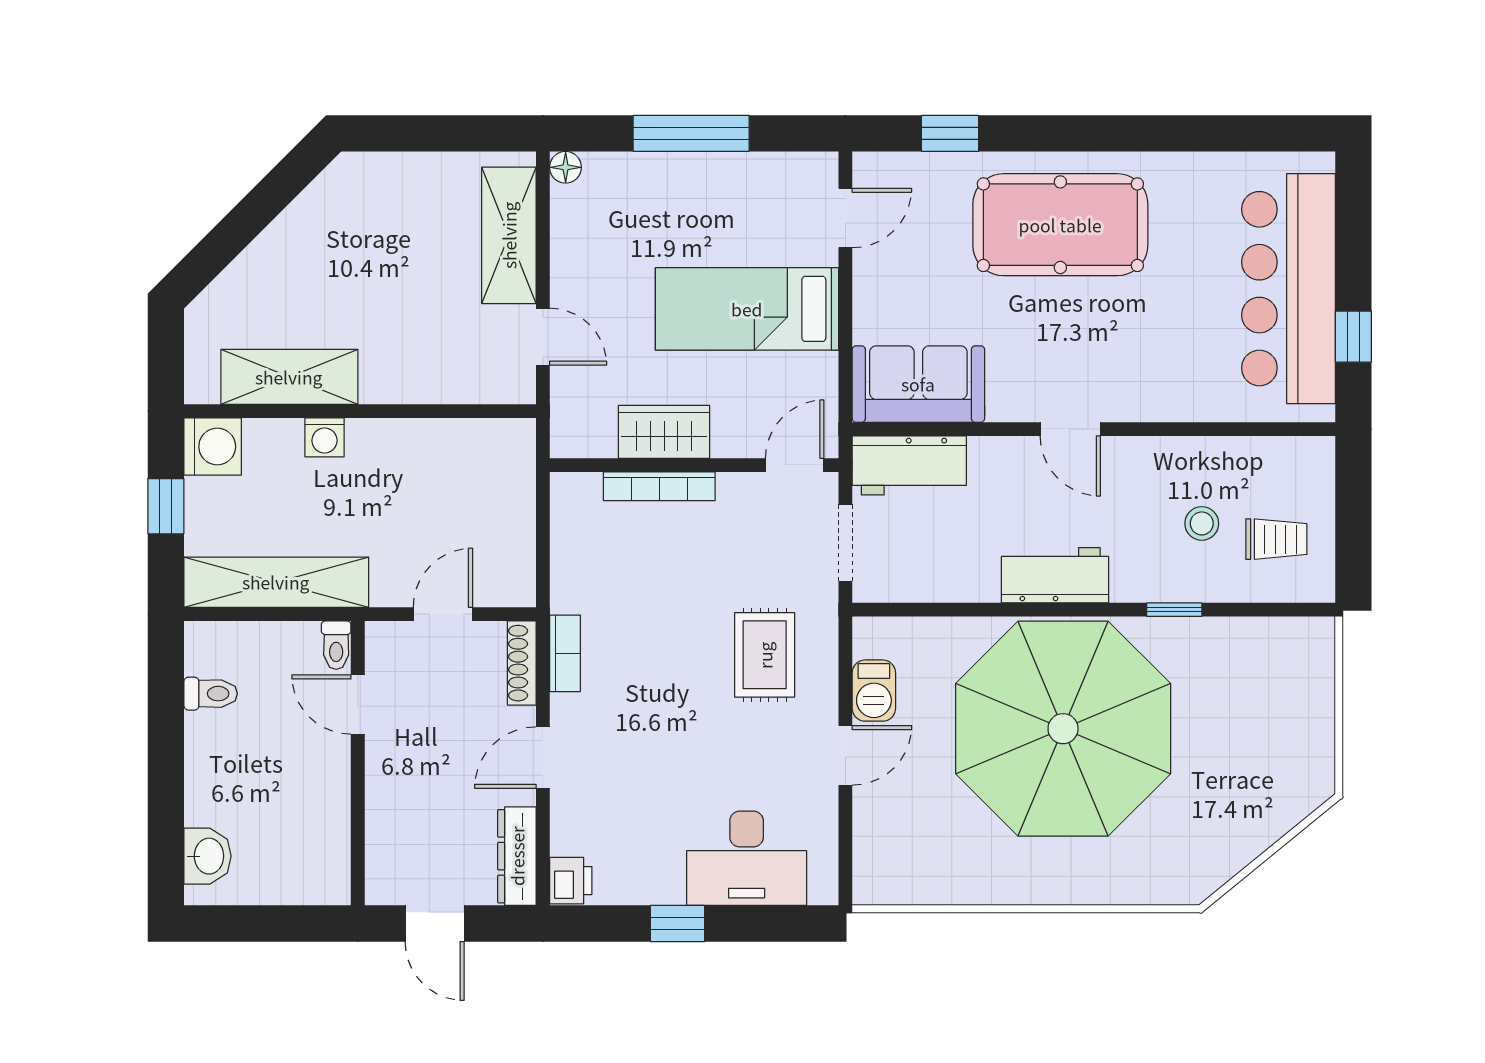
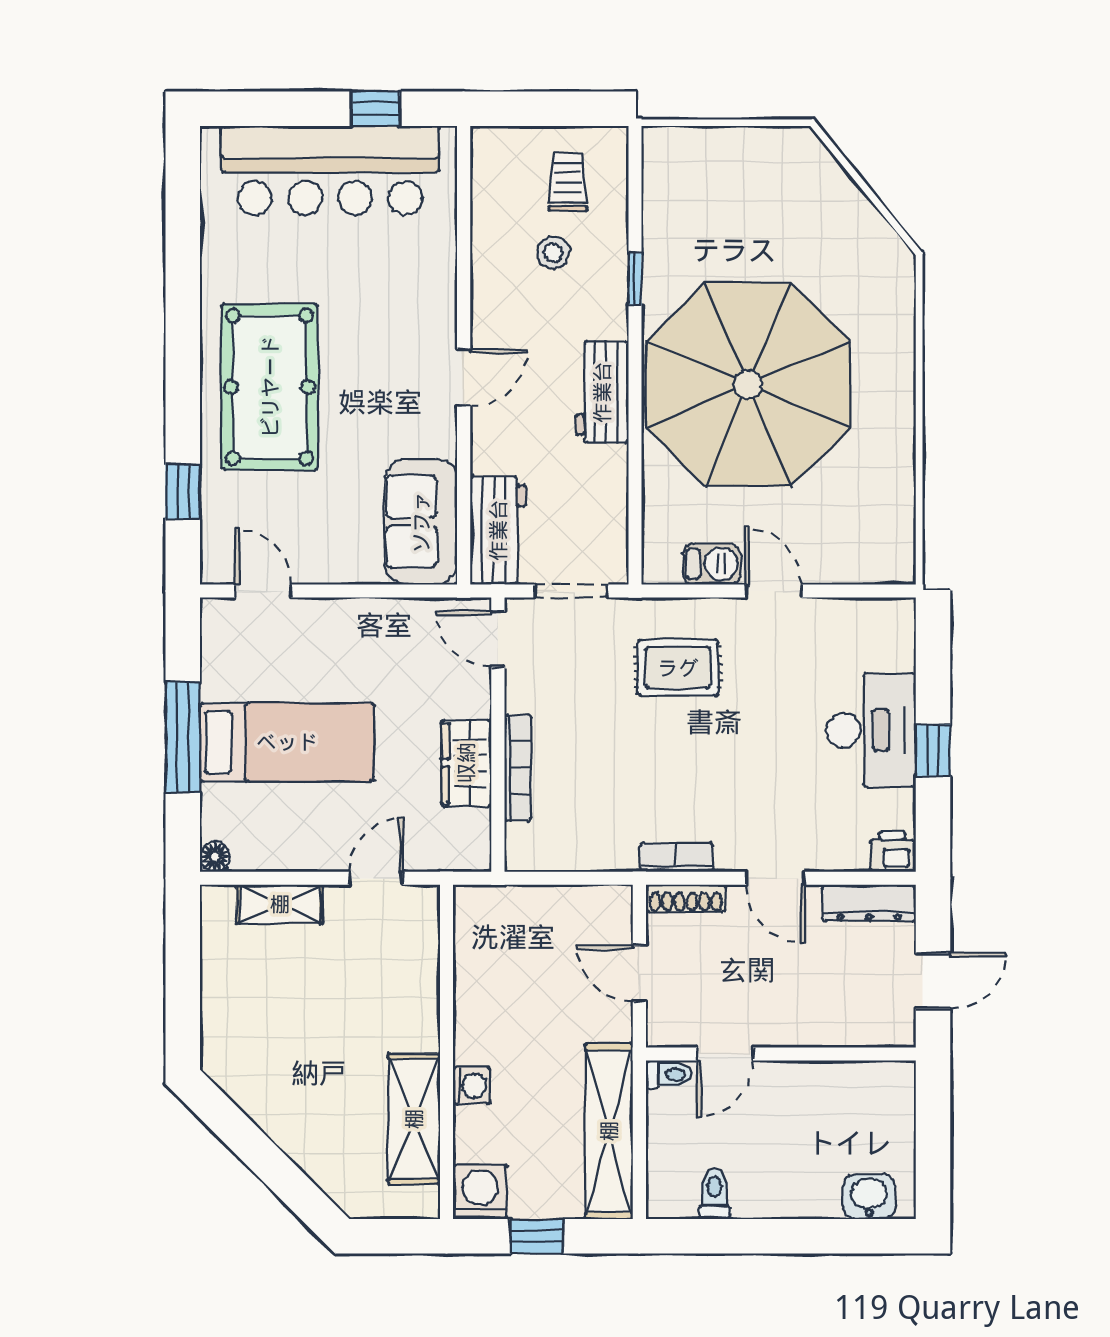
shelving: (509, 235) -> (280, 904), width x0.67, depth x0.75
bed: (747, 309) -> (287, 742), moved, turned -90
desk: (747, 858) -> (871, 730), moved

